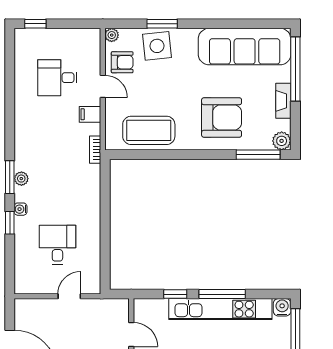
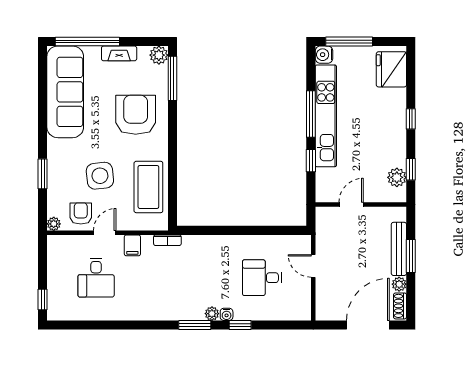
side table: (157, 46) -> (100, 176), moved
plant: (21, 179) -> (212, 314), moved

